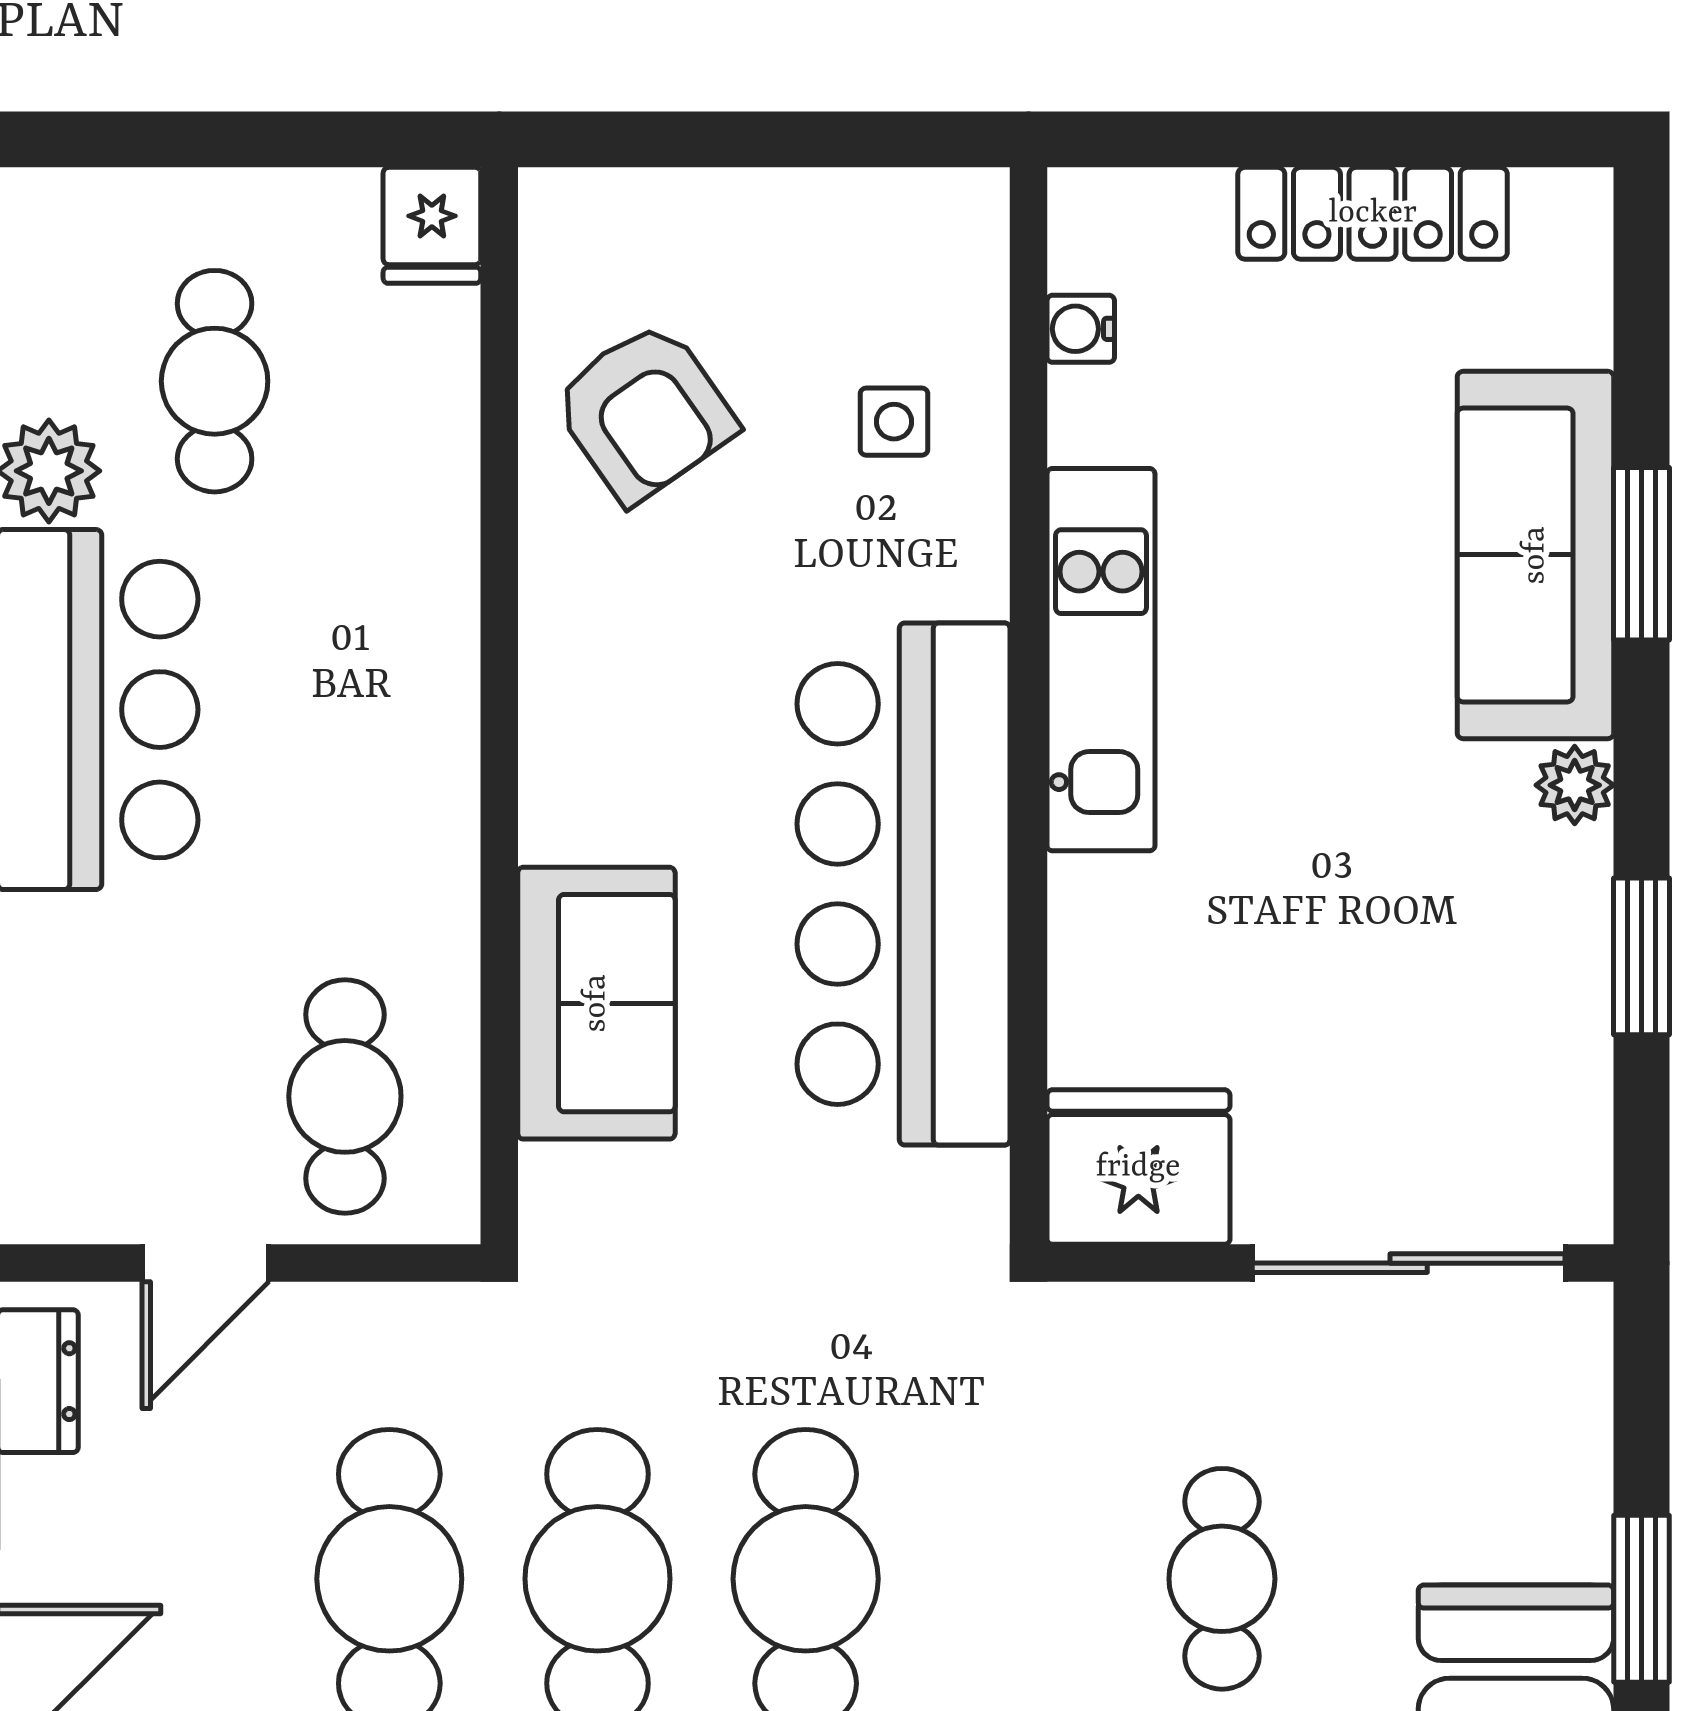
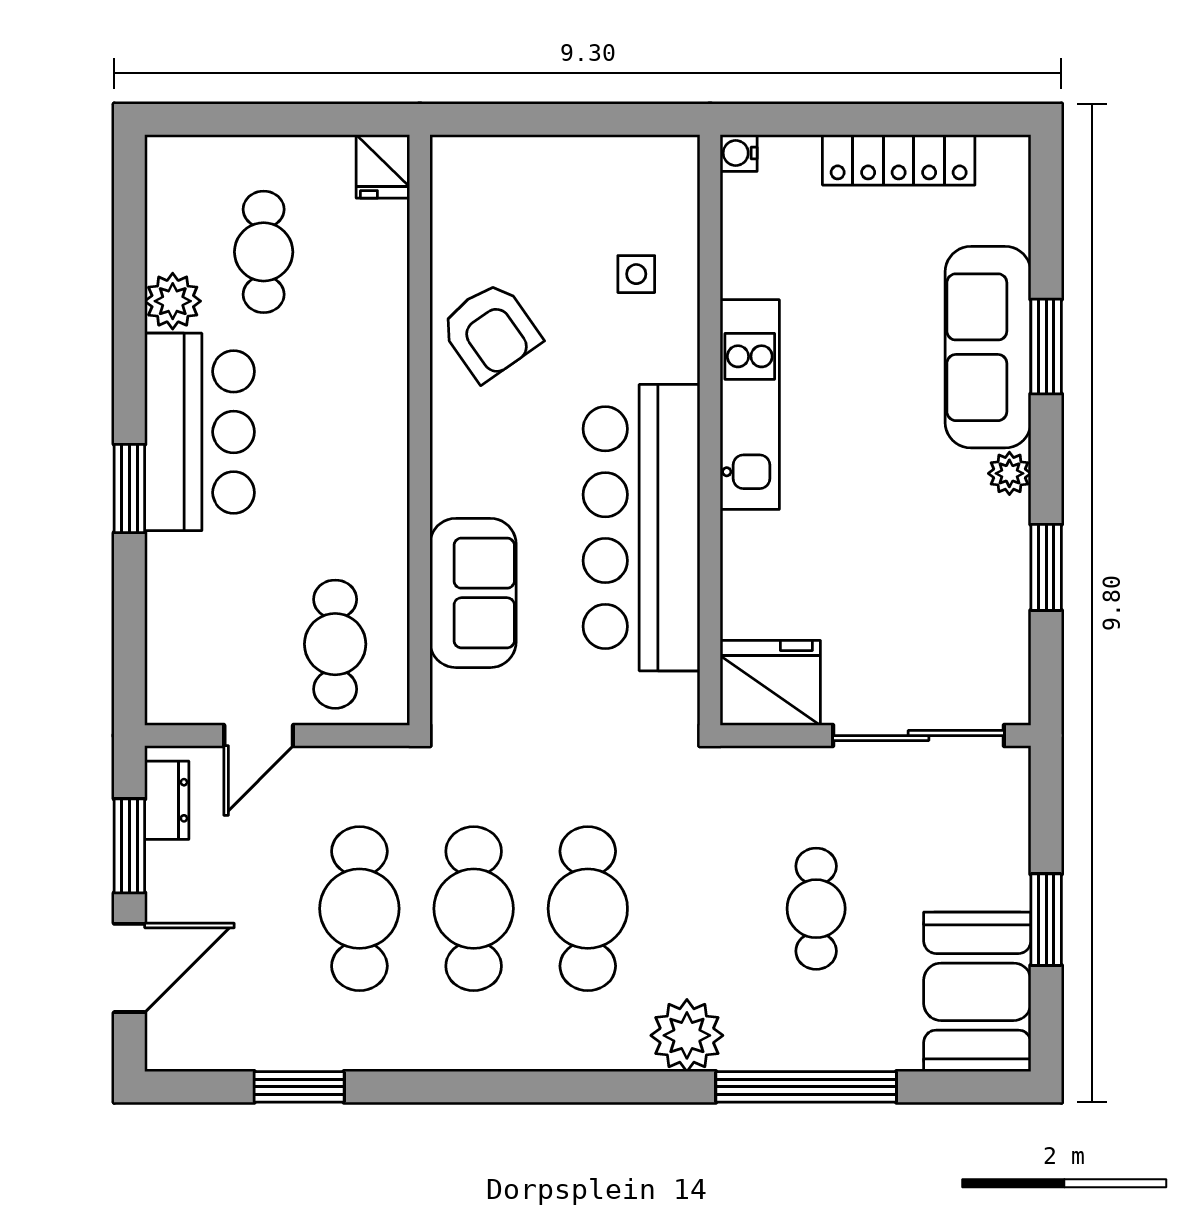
water cooler: (1081, 329) -> (739, 153), moved
armchair: (644, 412) -> (490, 331), moved

